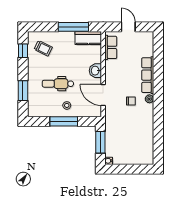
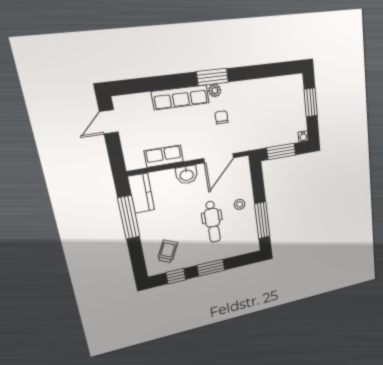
door: (128, 27) -> (109, 122), moved
row of seats: (111, 47) -> (164, 156), moved
window: (23, 91) -> (211, 268), moved
window: (158, 99) -> (212, 77), added
window: (64, 121) -> (262, 220), moved
window: (132, 169) -> (311, 102), added

